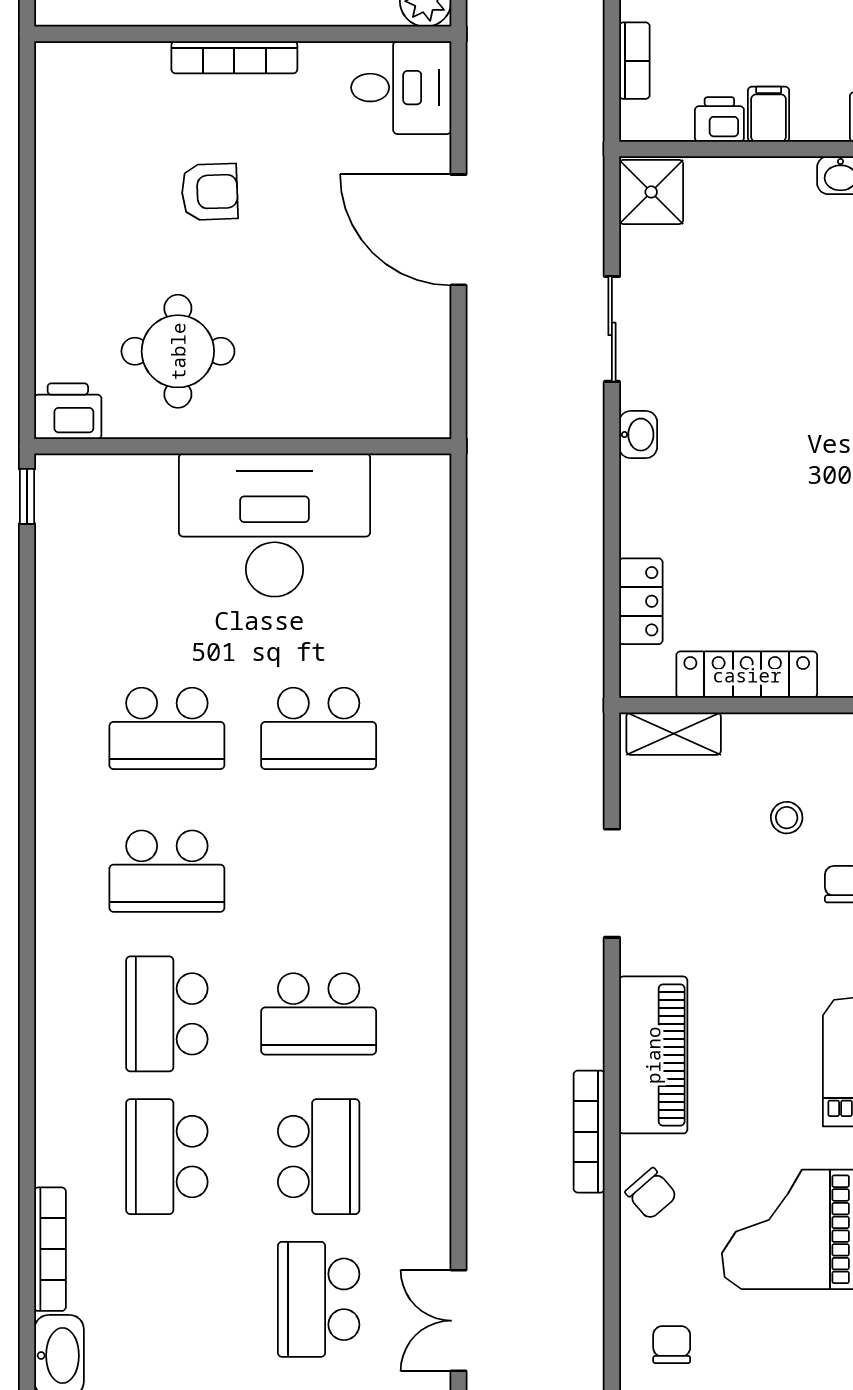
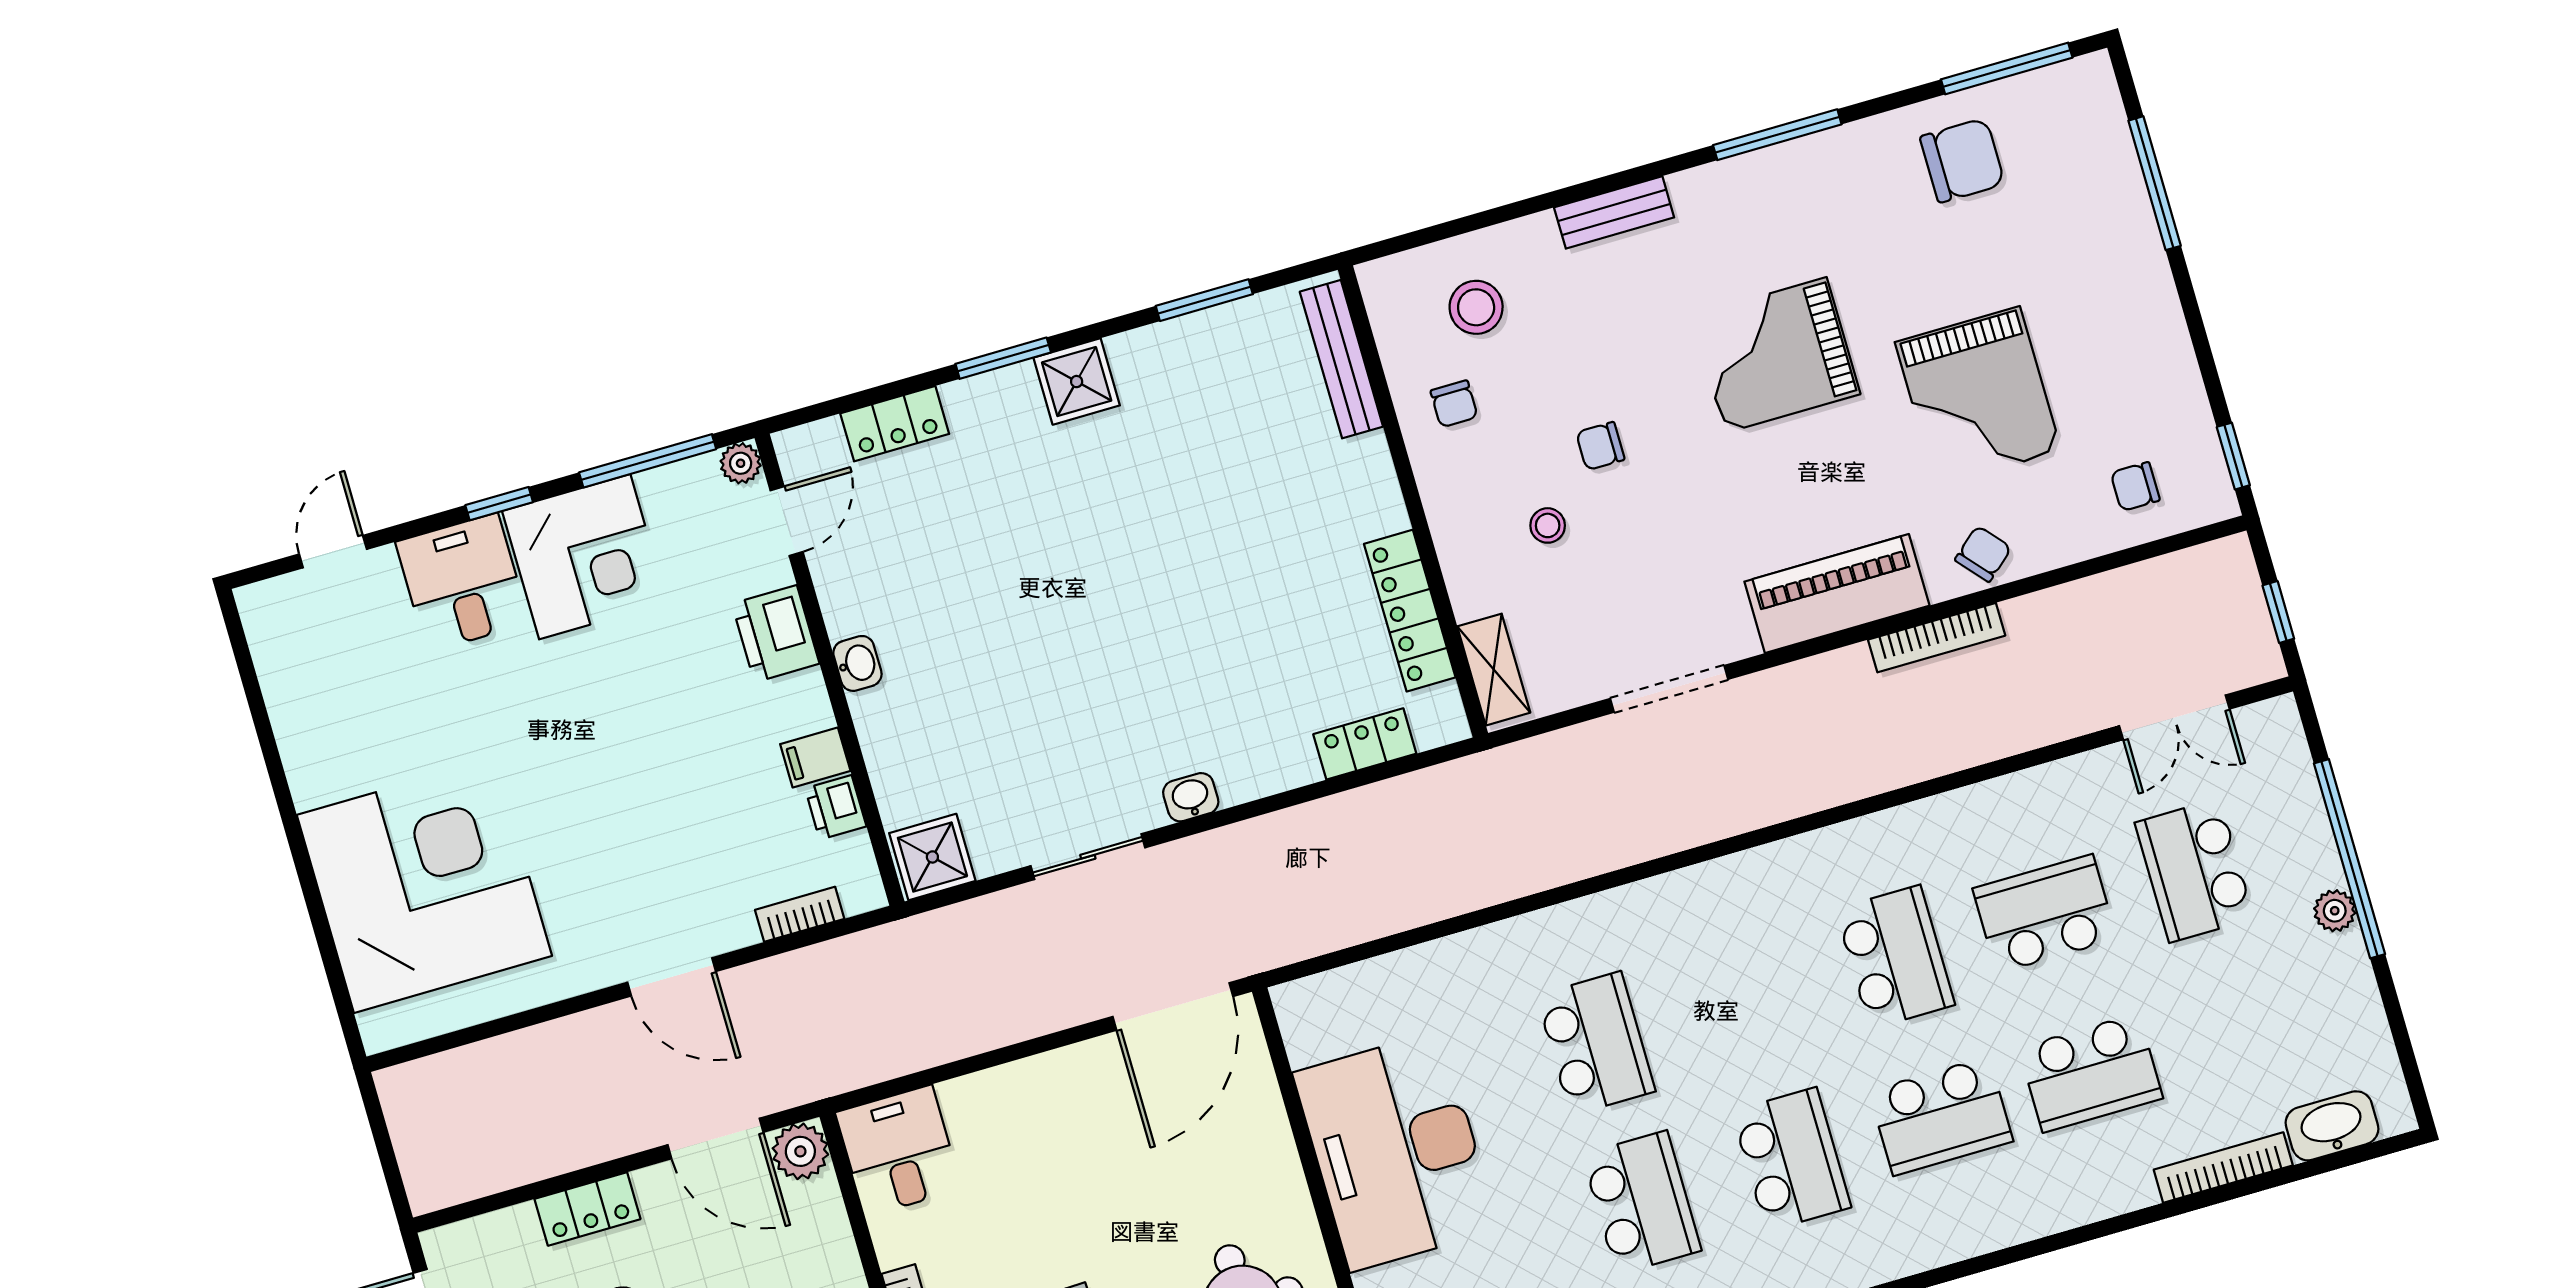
door: (459, 230) -> (1173, 1006), moved
school desk: (319, 1299) -> (2194, 871), turned 90

